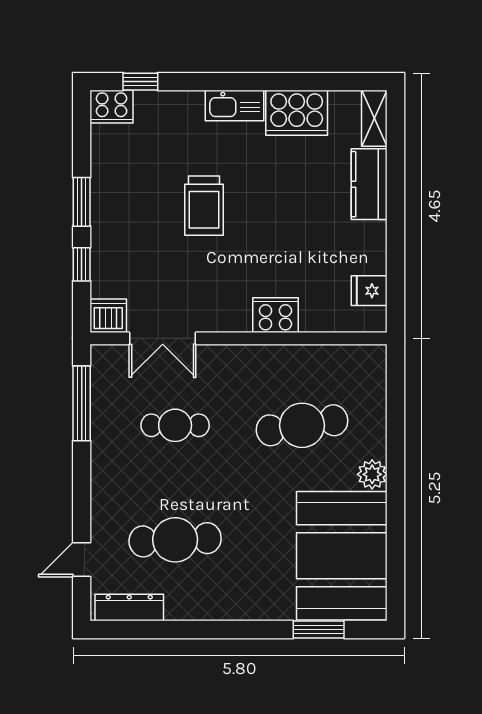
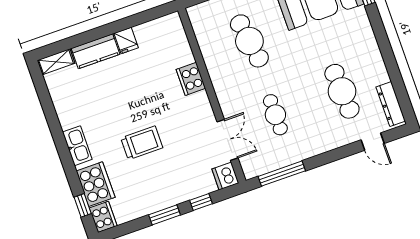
cooker: (297, 113) -> (96, 184), moved
fridge: (369, 291) -> (126, 40), moved

